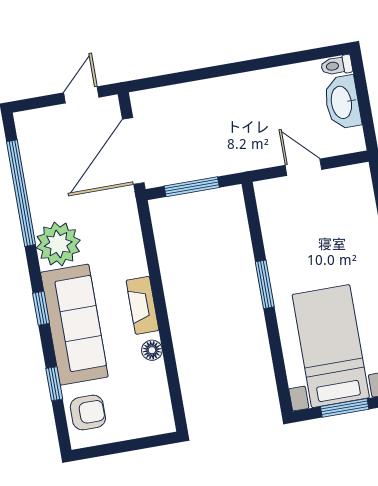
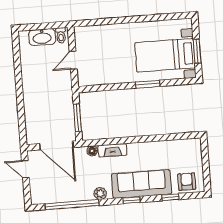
toilet: (337, 65) -> (61, 35), moved
plant: (58, 244) -> (100, 194), width x0.53, depth x0.53
window: (265, 284) -> (148, 84), moved
fireplace: (142, 305) -> (113, 150), moved
floor lamp: (152, 350) -> (92, 151), moved

